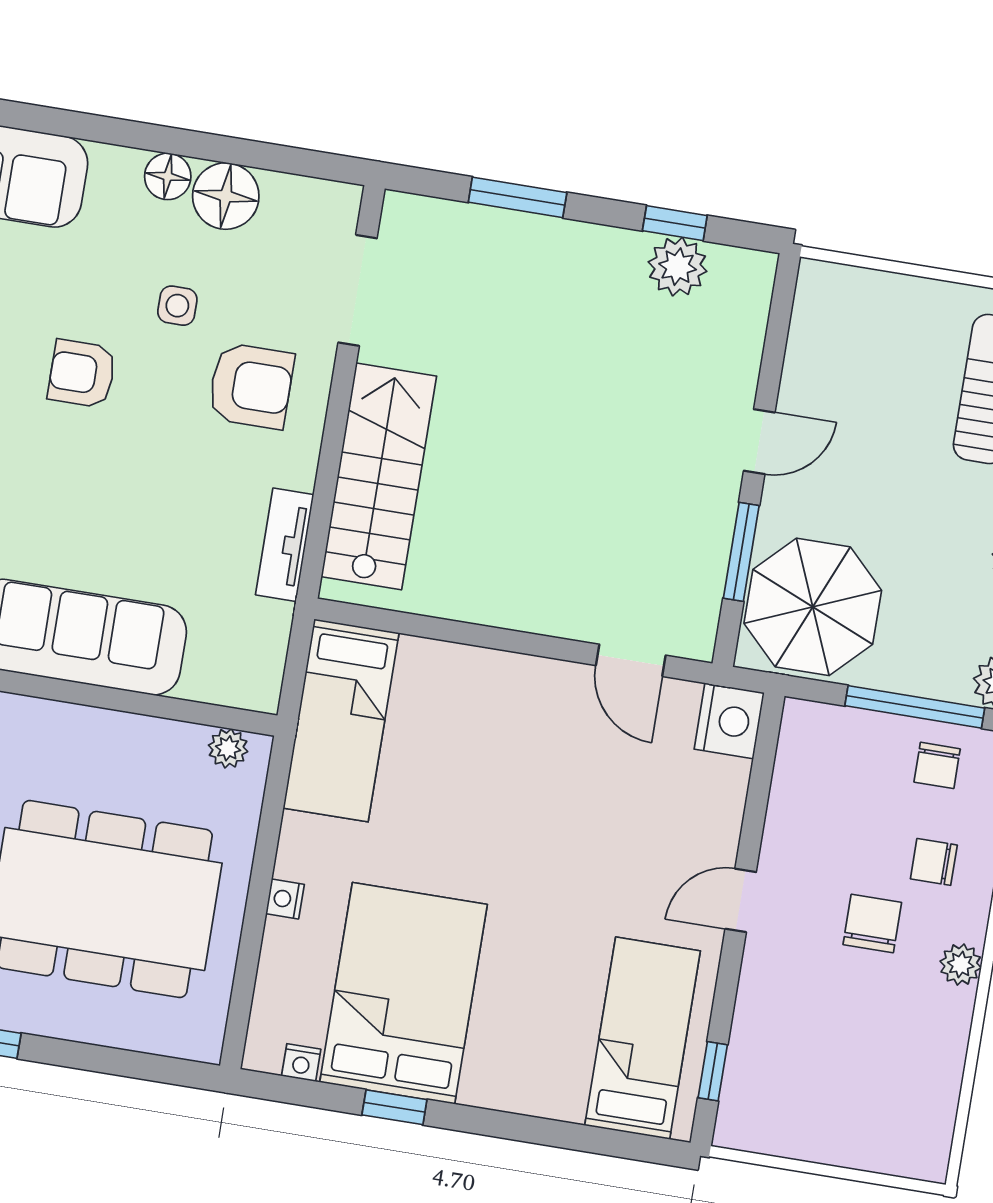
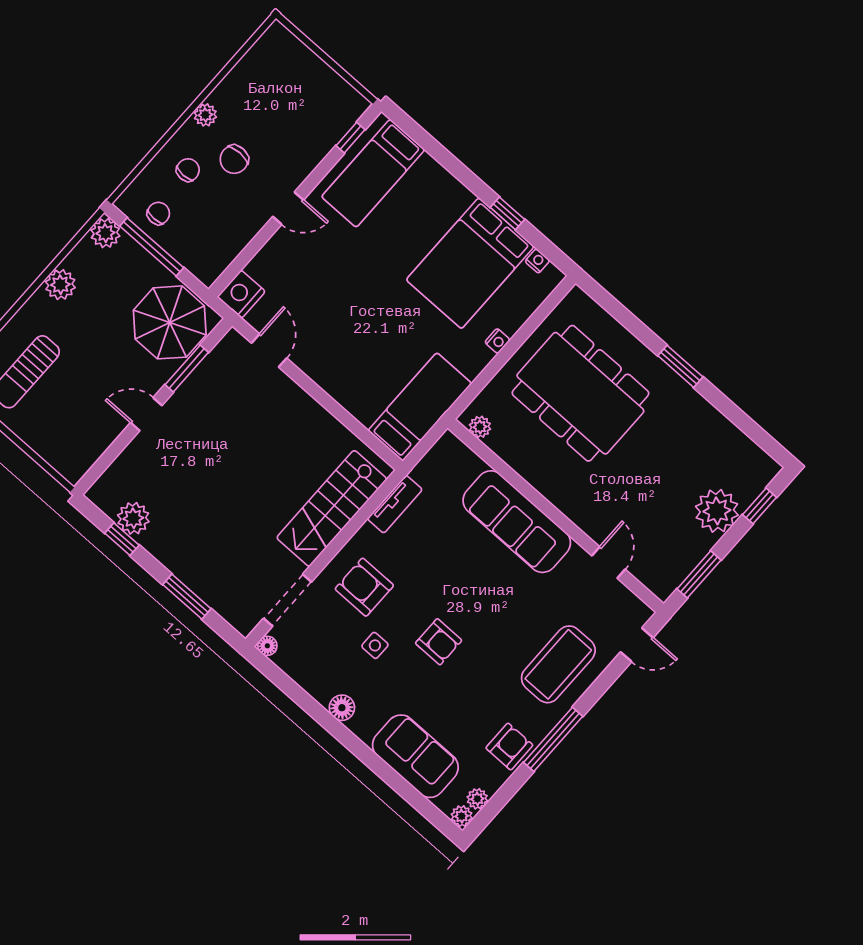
floor lamp: (226, 196) -> (267, 646), moved, width x0.53, depth x0.53
chair: (934, 862) -> (188, 170), turned -90

